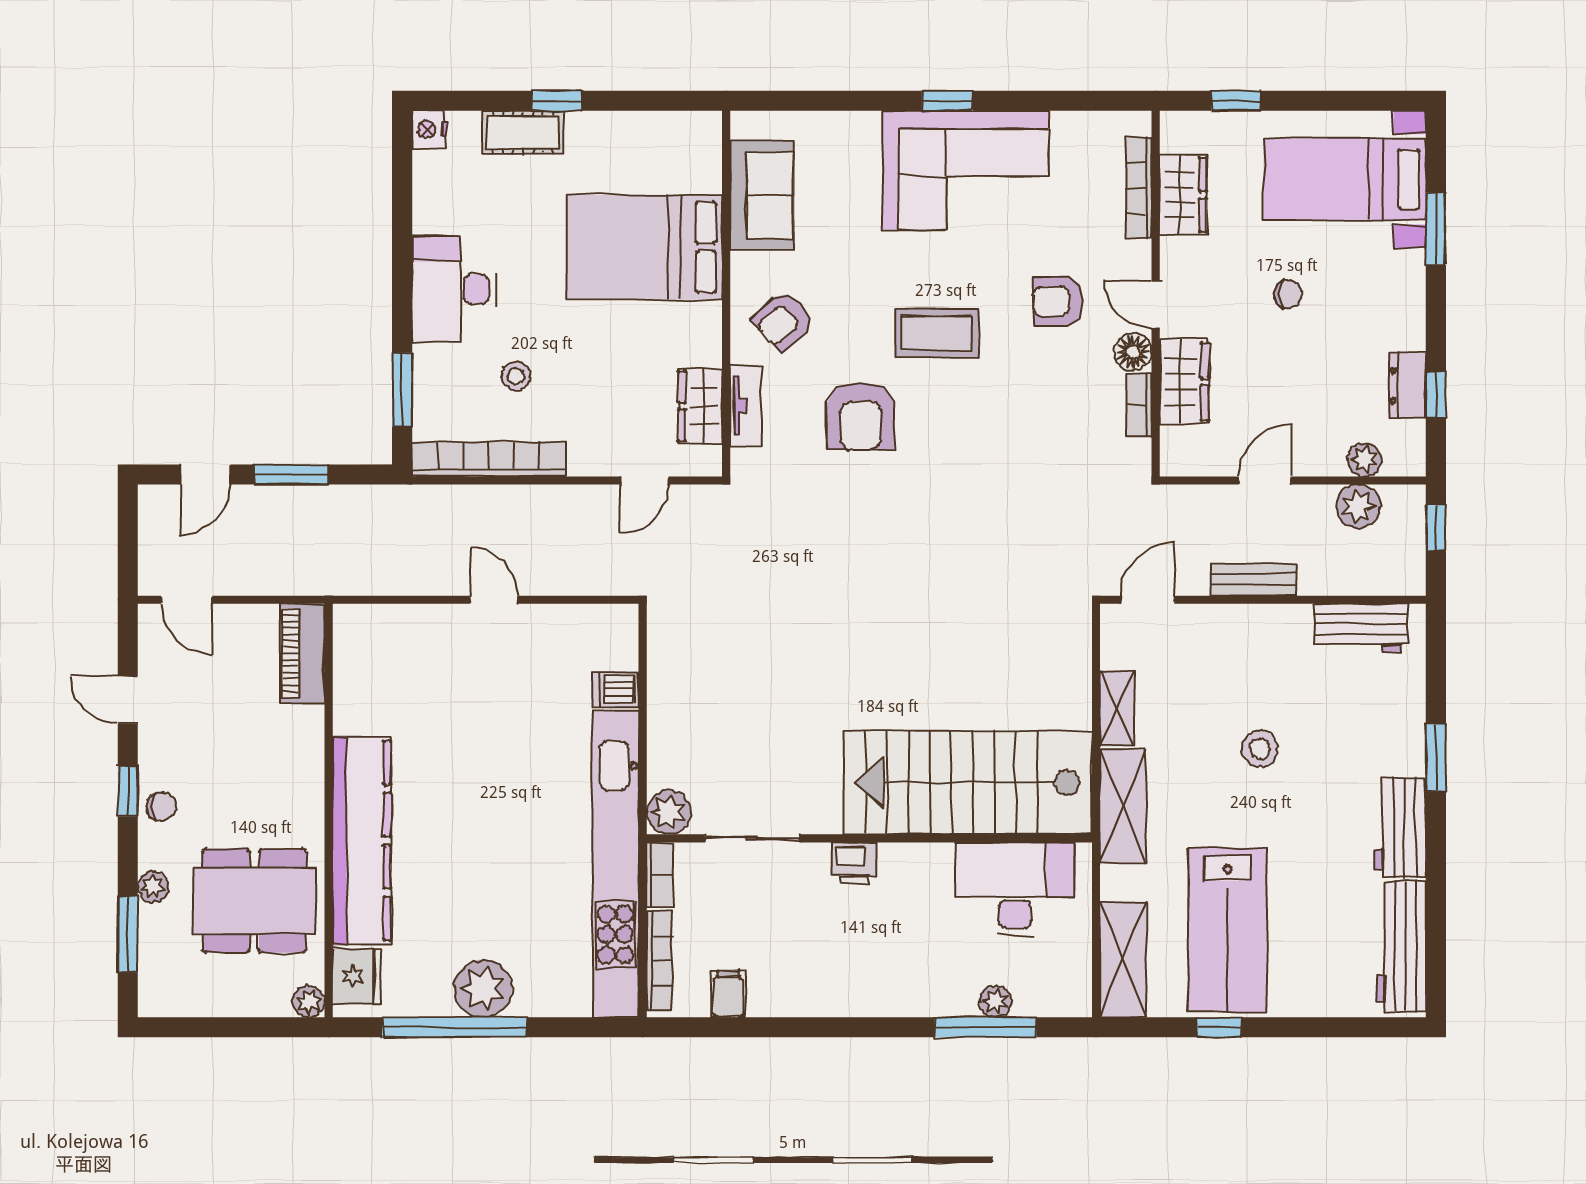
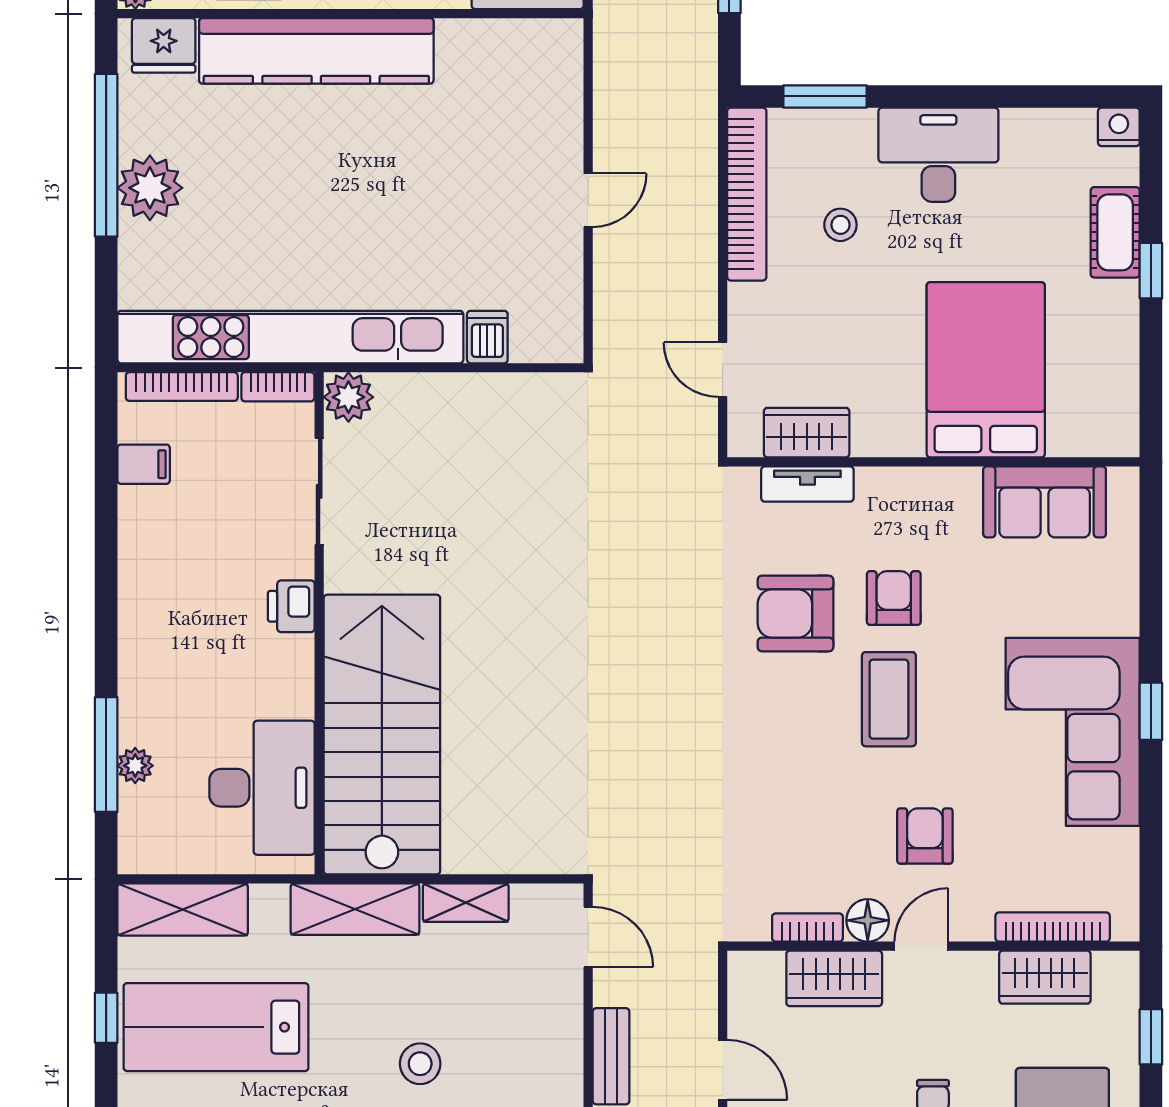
armchair: (783, 321) -> (894, 598), moved, turned 43

